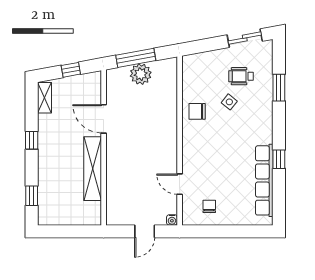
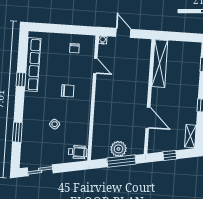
wheelchair: (241, 76) -> (78, 152), moved
chair: (197, 111) -> (68, 91), moved
shelving: (93, 169) -> (160, 64), moved
door: (145, 231) -> (123, 33), hinge flipped

